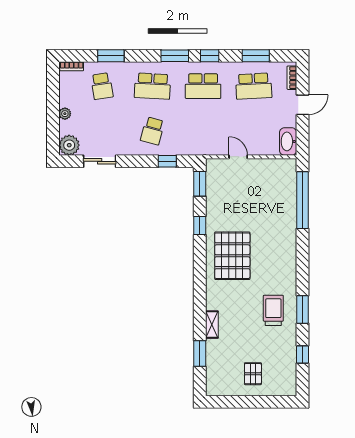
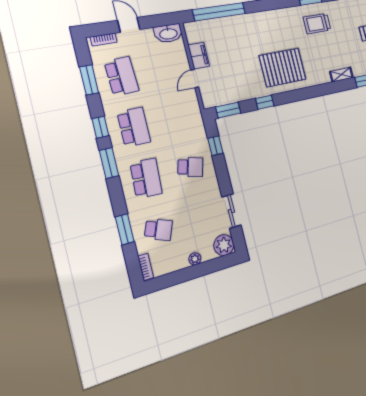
school desk: (102, 86) -> (158, 230), turned 30
filing cabinet: (261, 167) -> (199, 56), added

